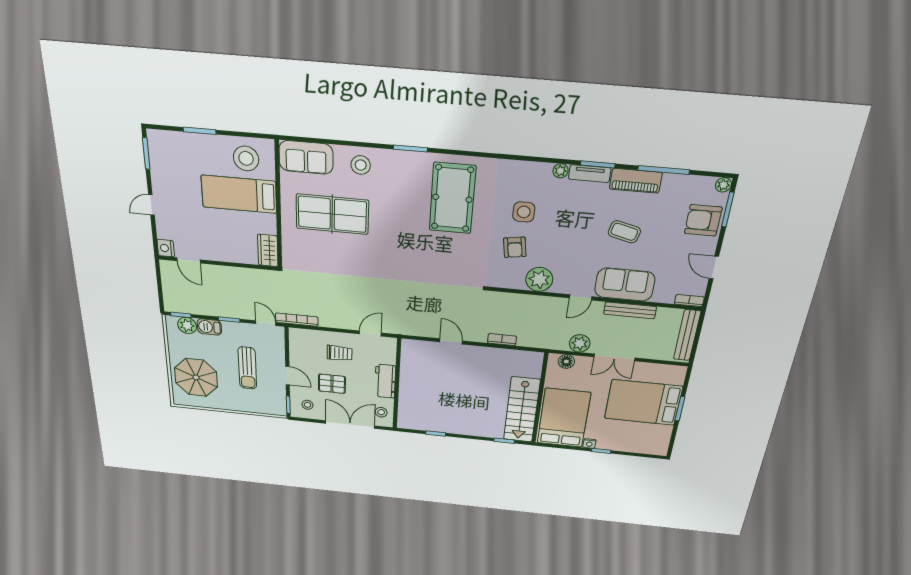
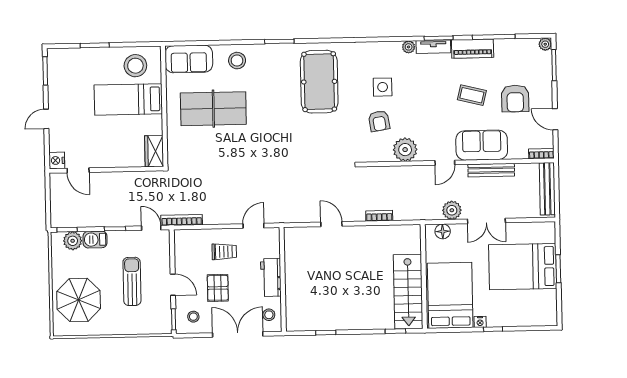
armchair: (703, 220) -> (515, 98), moved, turned -90
sun lounger: (247, 368) -> (132, 281), turned 180
pallet: (332, 384) -> (218, 288), turned 90

